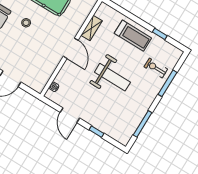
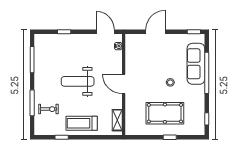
shelving: (91, 28) -> (117, 120), moved
door: (70, 115) -> (105, 32), moved

